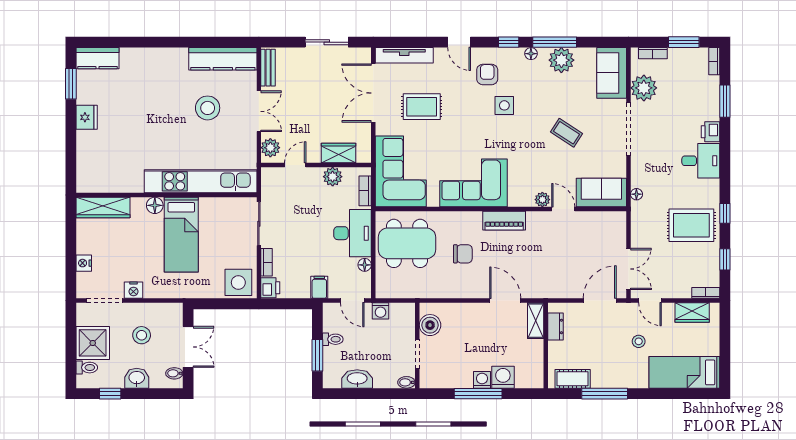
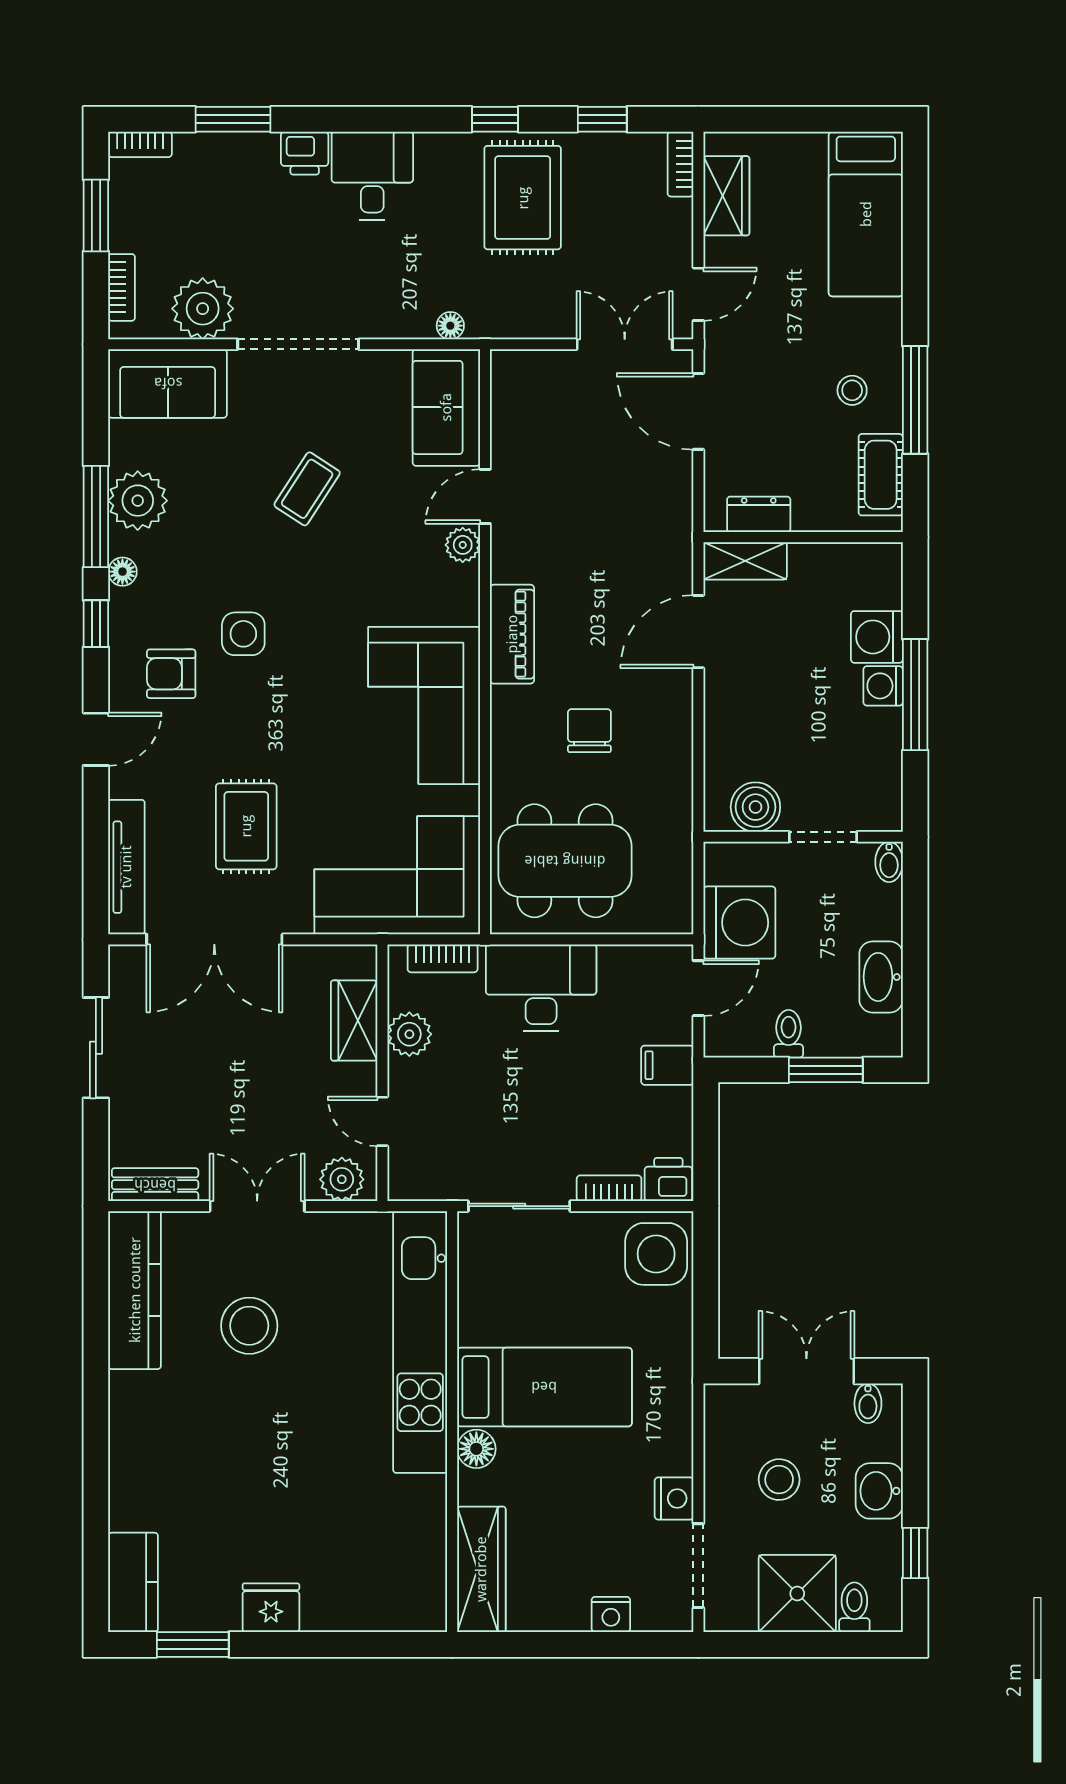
dining table: (407, 243) -> (565, 861), turned 90
floor lamp: (365, 265) -> (615, 960), removed
washing machine: (380, 311) -> (739, 923), width x1.89, depth x1.89
stool: (639, 341) -> (852, 390), moved

